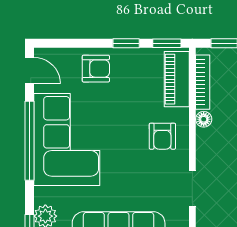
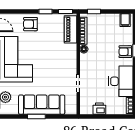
armchair: (96, 69) -> (30, 24), turned 180
armchair: (162, 136) -> (63, 58), removed

